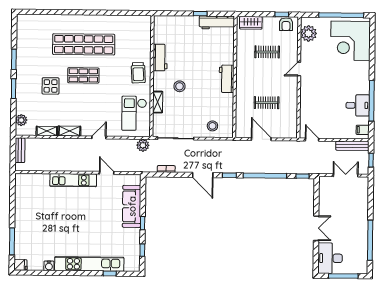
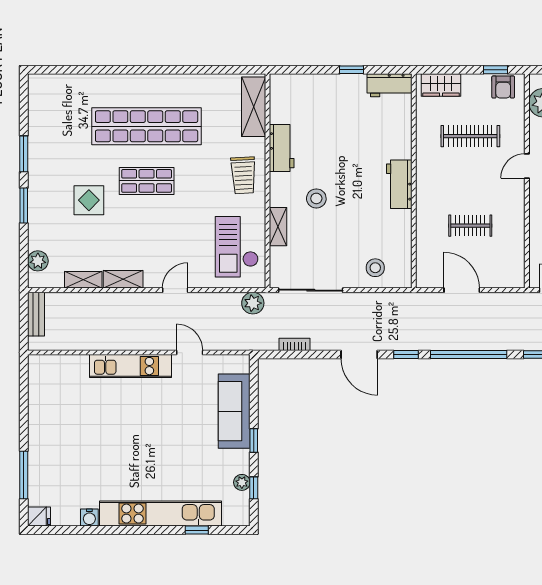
workbench: (217, 23) -> (389, 85), width x0.73
shelving: (144, 34) -> (254, 107), added
clothes rail: (267, 52) -> (470, 136), width x1.36
plant: (136, 247) -> (242, 482), added

